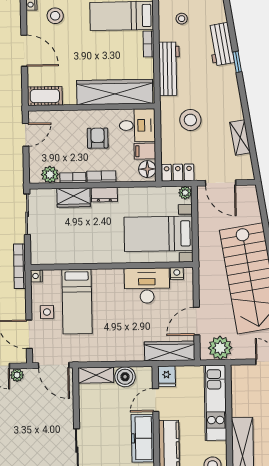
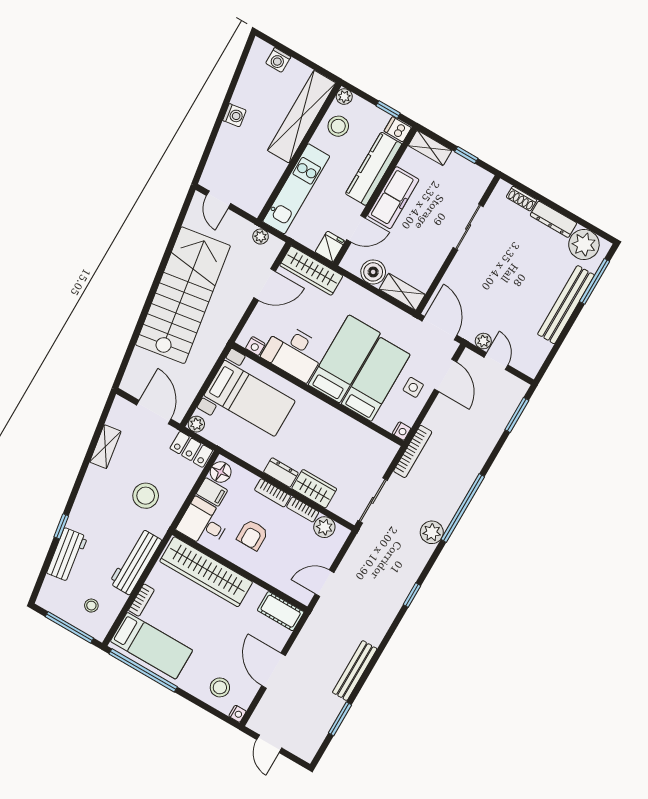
bed: (108, 302) -> (344, 359), added
plant: (220, 348) -> (261, 237), width x0.53, depth x0.53

